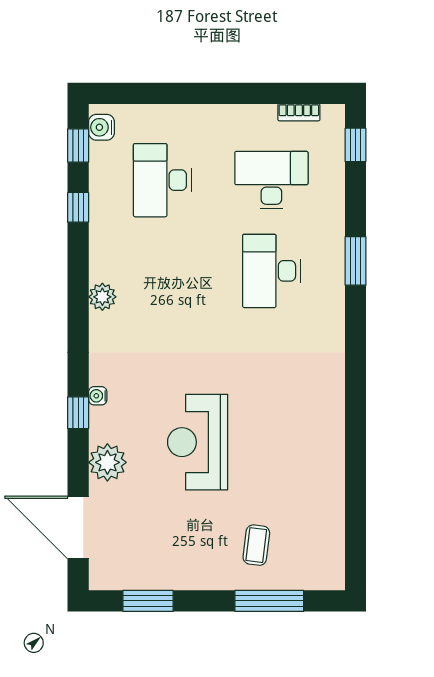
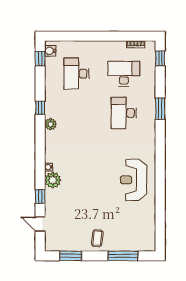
window: (78, 207) -> (40, 108), moved
window: (78, 413) -> (40, 197), moved
reception desk: (198, 442) -> (134, 180), moved
plant: (107, 462) -> (53, 180), moved
door: (78, 527) -> (40, 224), width x0.53
coffee table: (256, 545) -> (97, 238), moved

